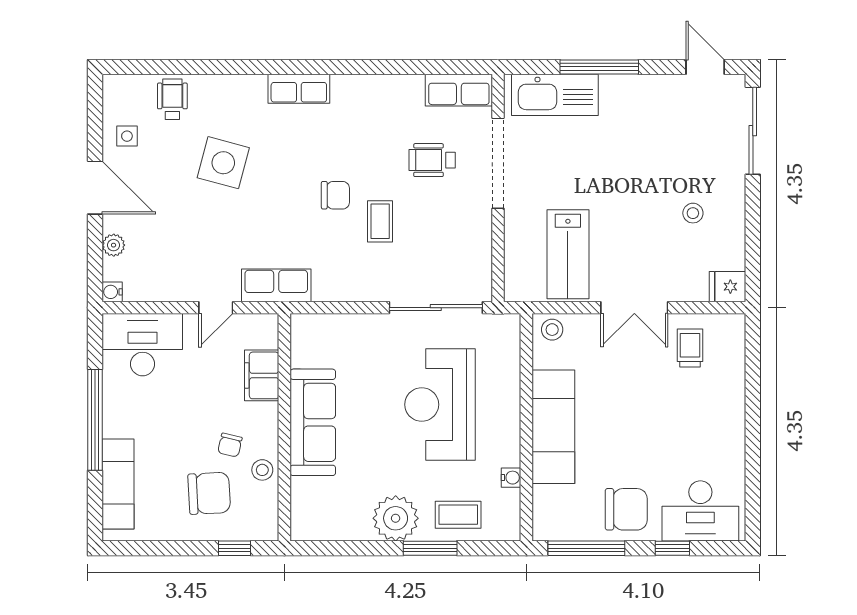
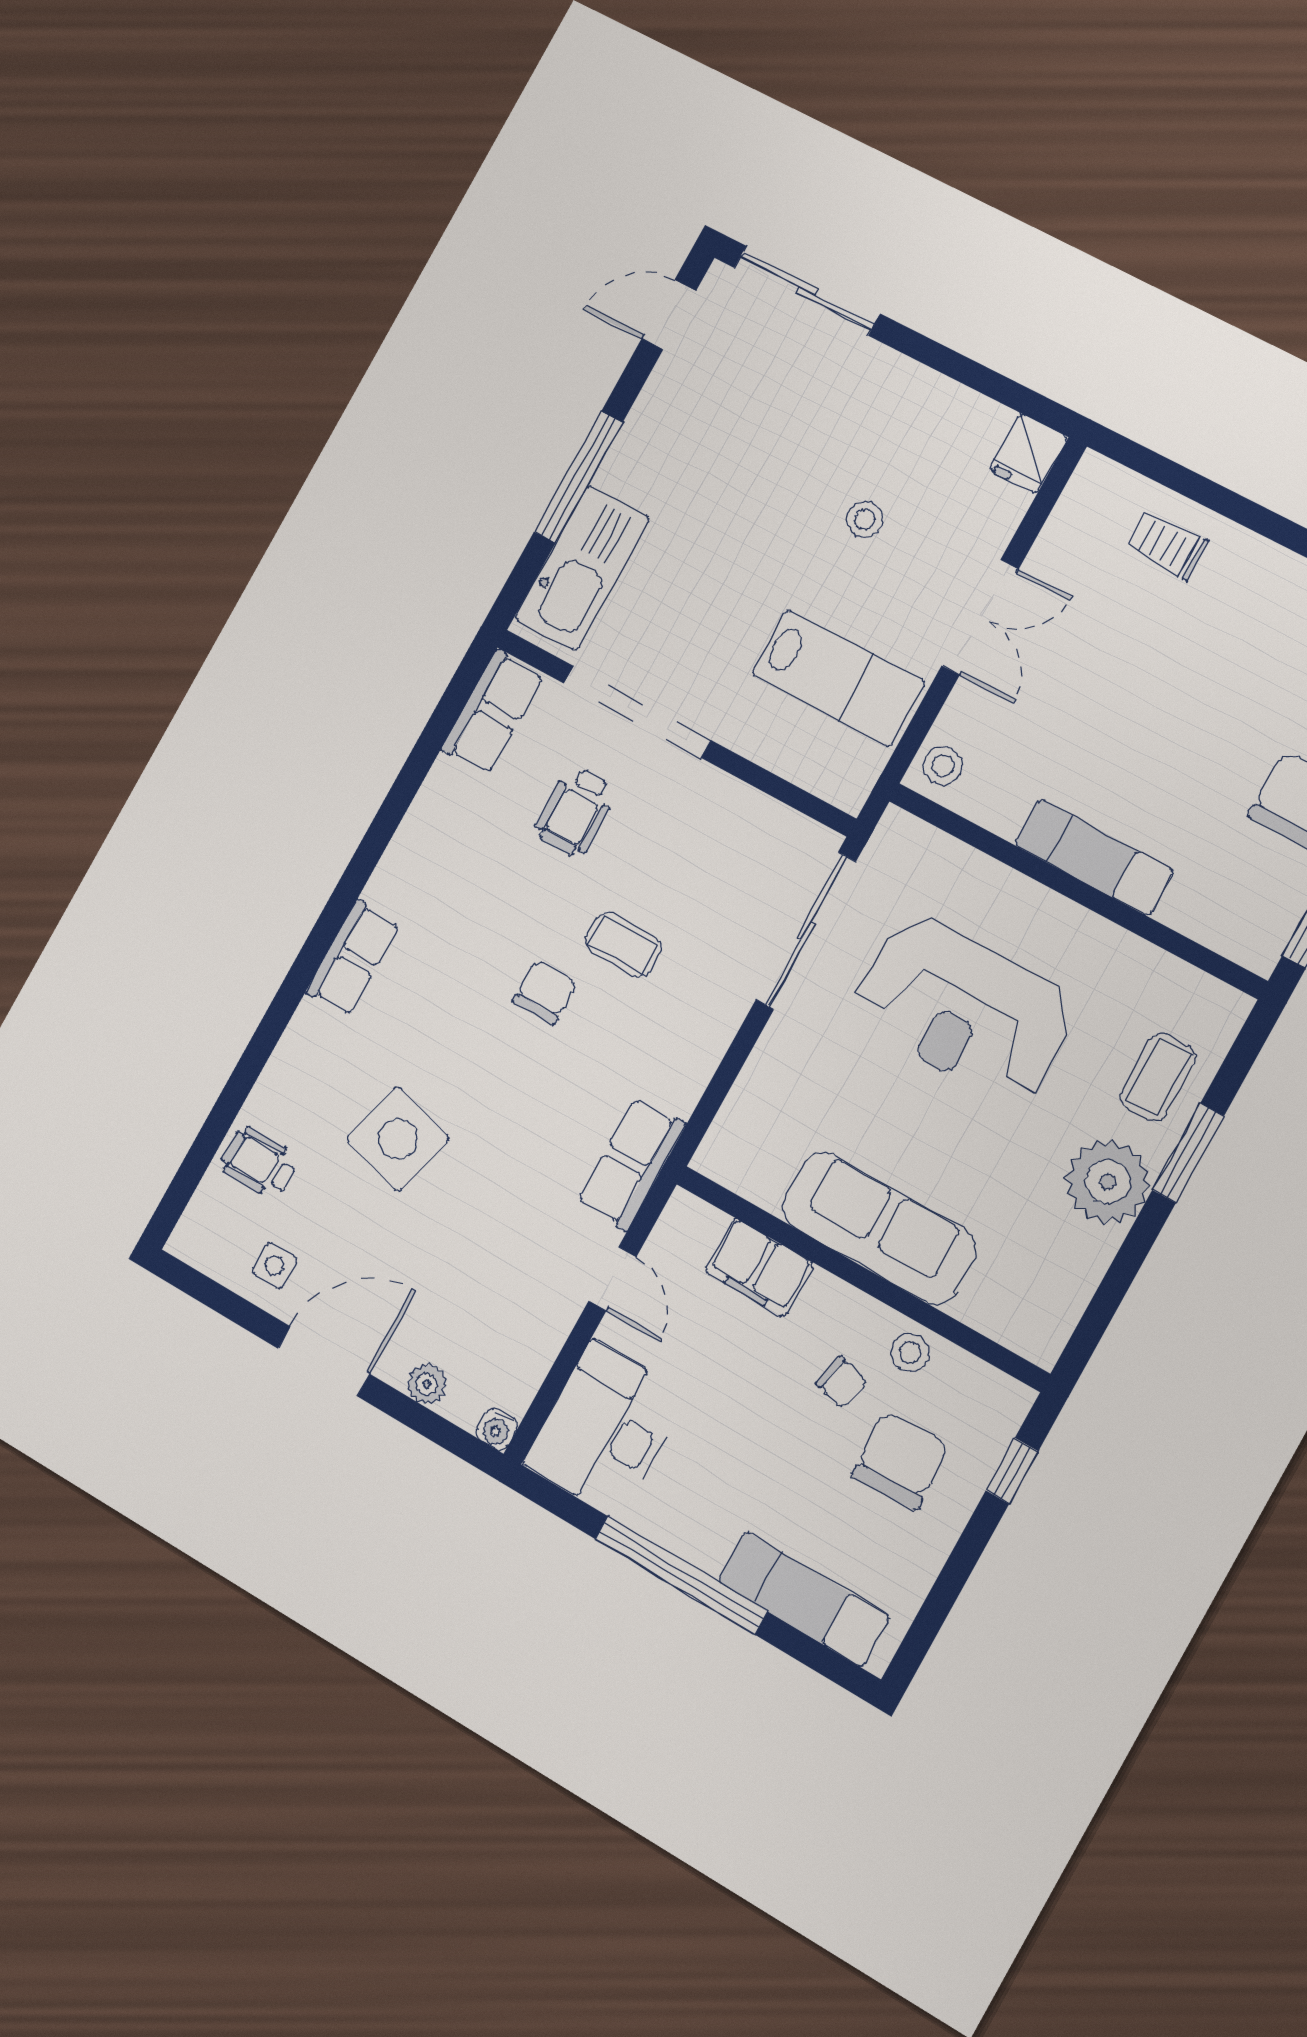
stool: (693, 213) -> (865, 520), moved
trolley: (690, 348) -> (1167, 545), moved
exam couch: (553, 427) -> (1094, 857), width x0.73, depth x0.69
water cooler: (511, 478) -> (1145, 959), removed

